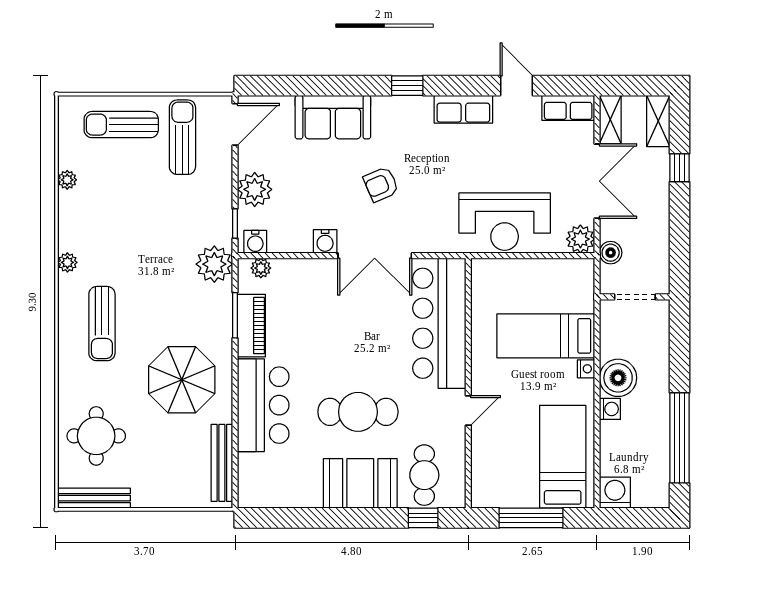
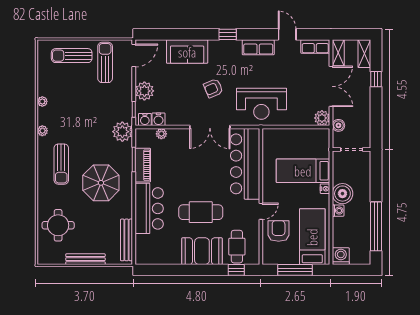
plant: (67, 180) -> (42, 101), moved
reception desk: (505, 222) -> (261, 104), moved
water cooler: (325, 241) -> (158, 119), moved
plant: (261, 268) -> (161, 134), moved
parasol: (182, 380) -> (101, 183), moved
armchair: (501, 446) -> (279, 231), added
bench: (94, 498) -> (85, 259), moved

